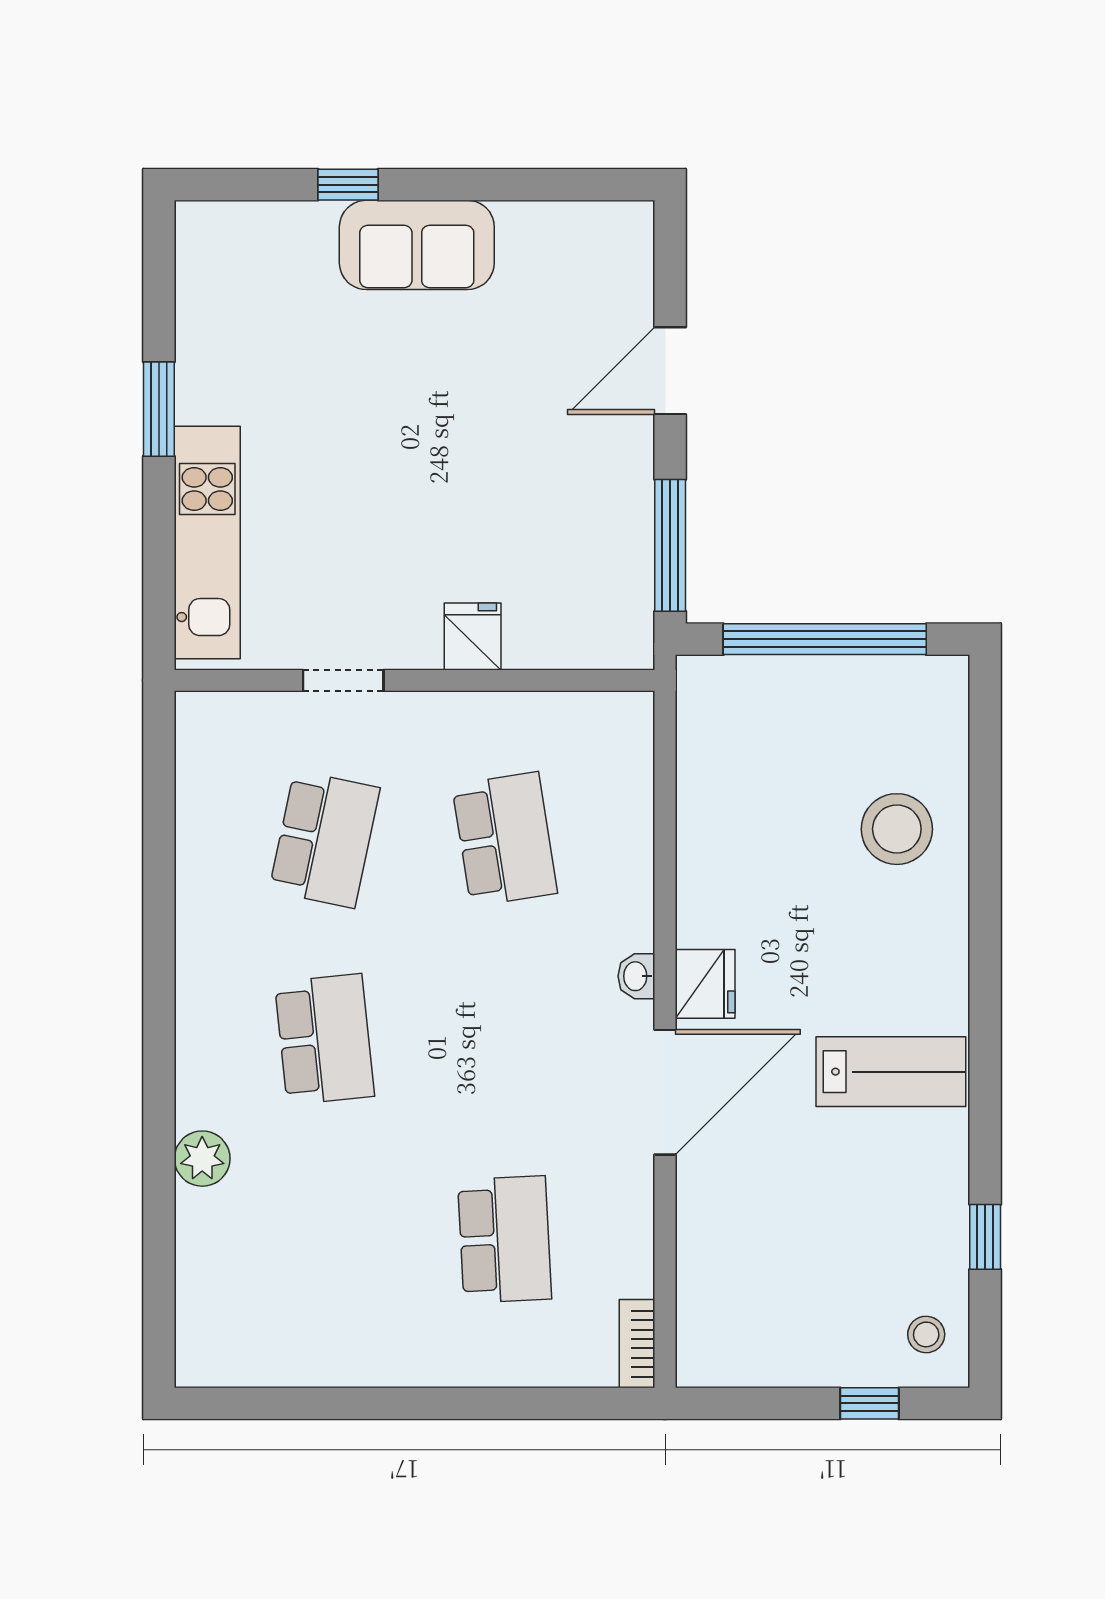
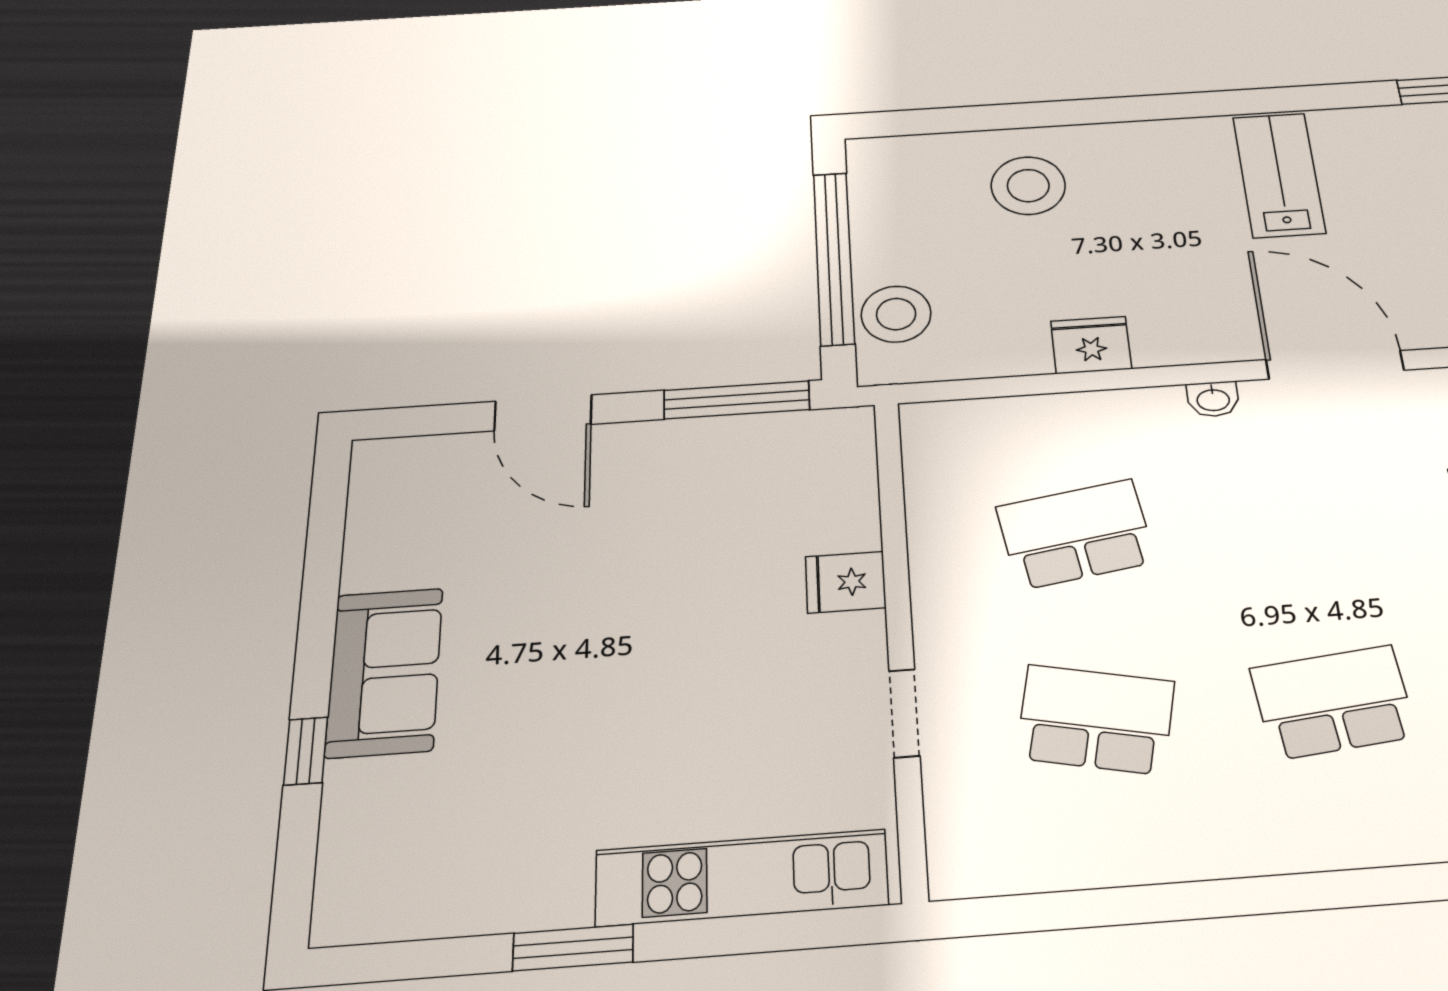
stool: (755, 694) -> (896, 314), added
fridge: (705, 984) -> (1091, 345), moved

